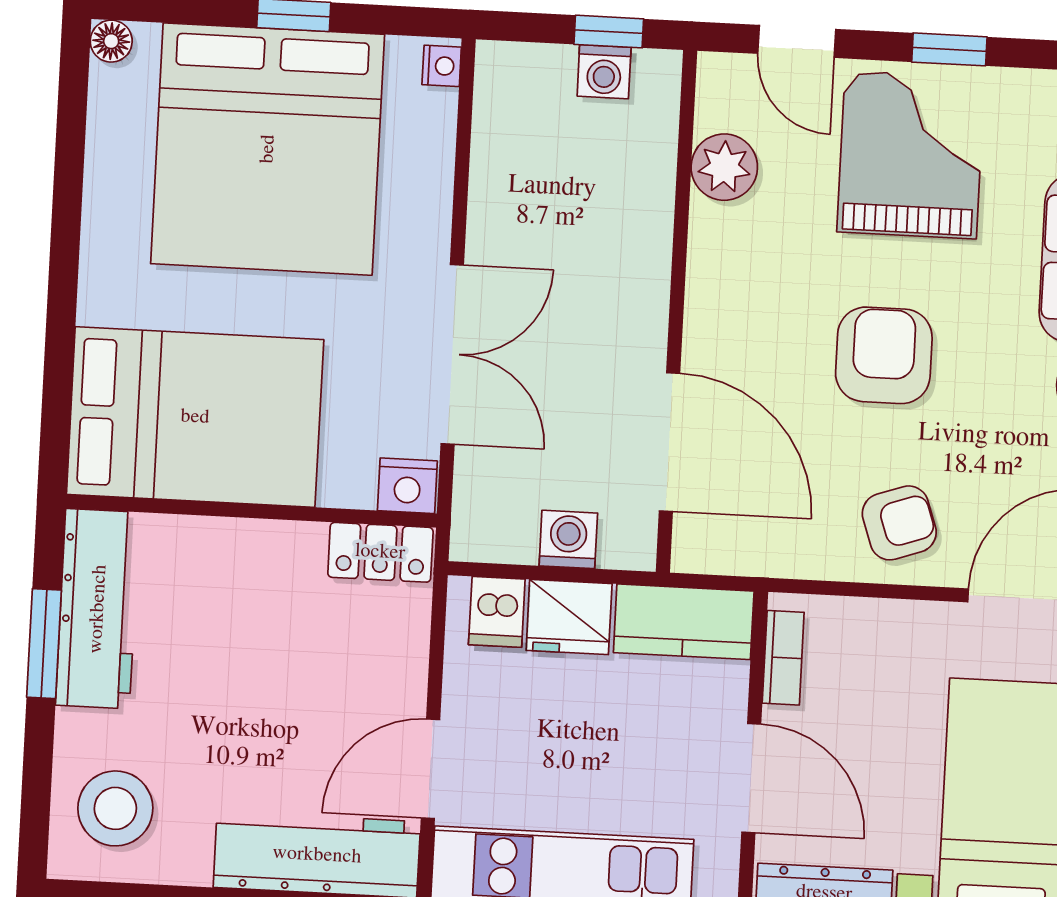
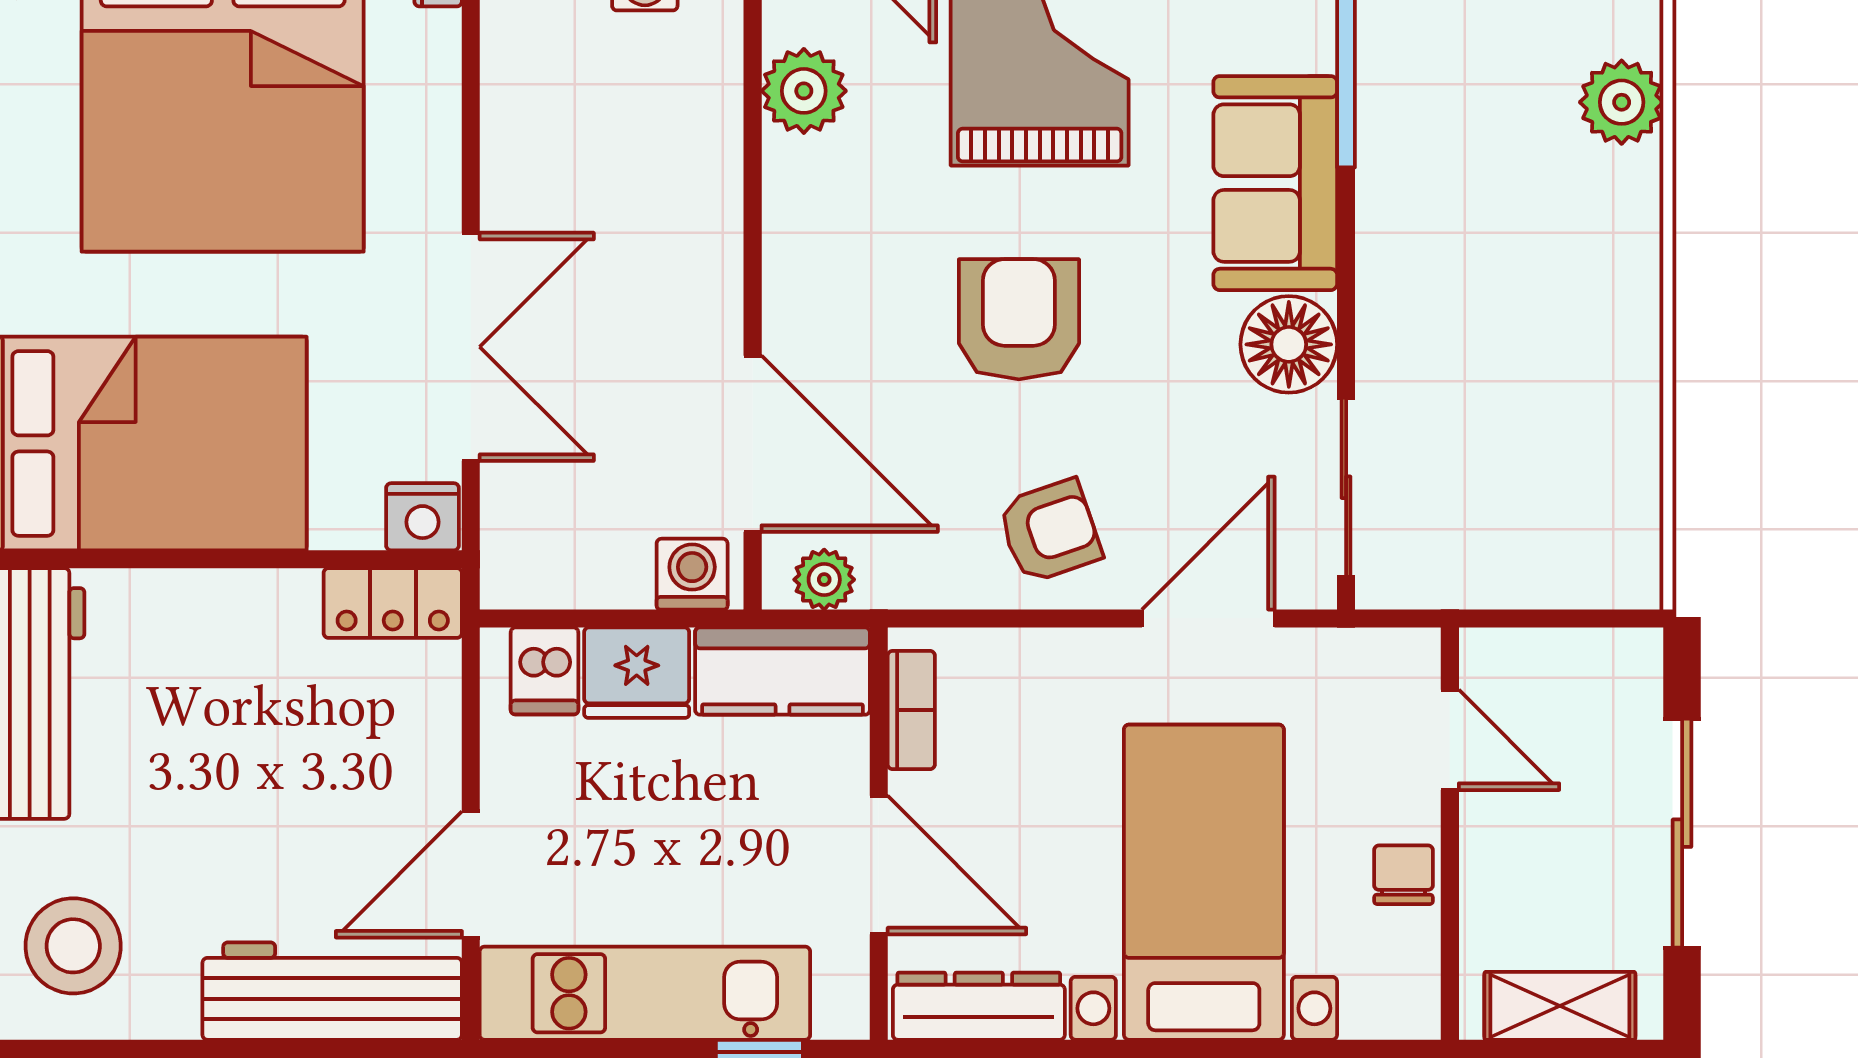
washing machine: (568, 539) -> (692, 574), moved
plant: (720, 552) -> (824, 580), added

